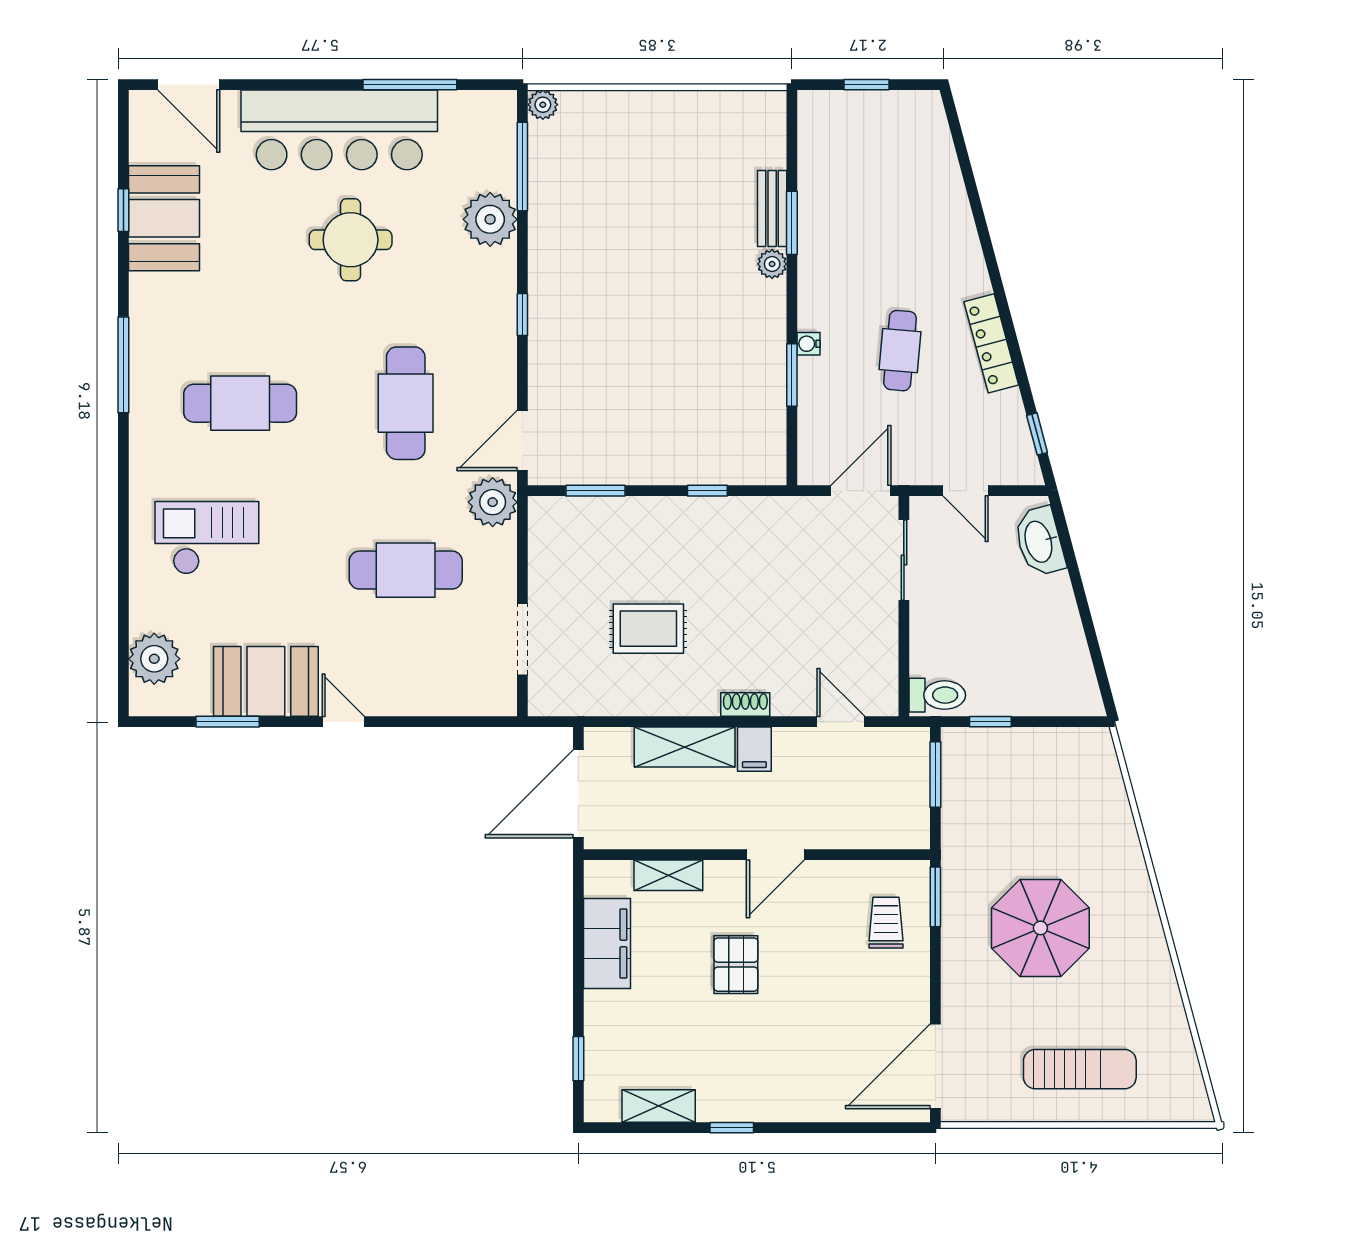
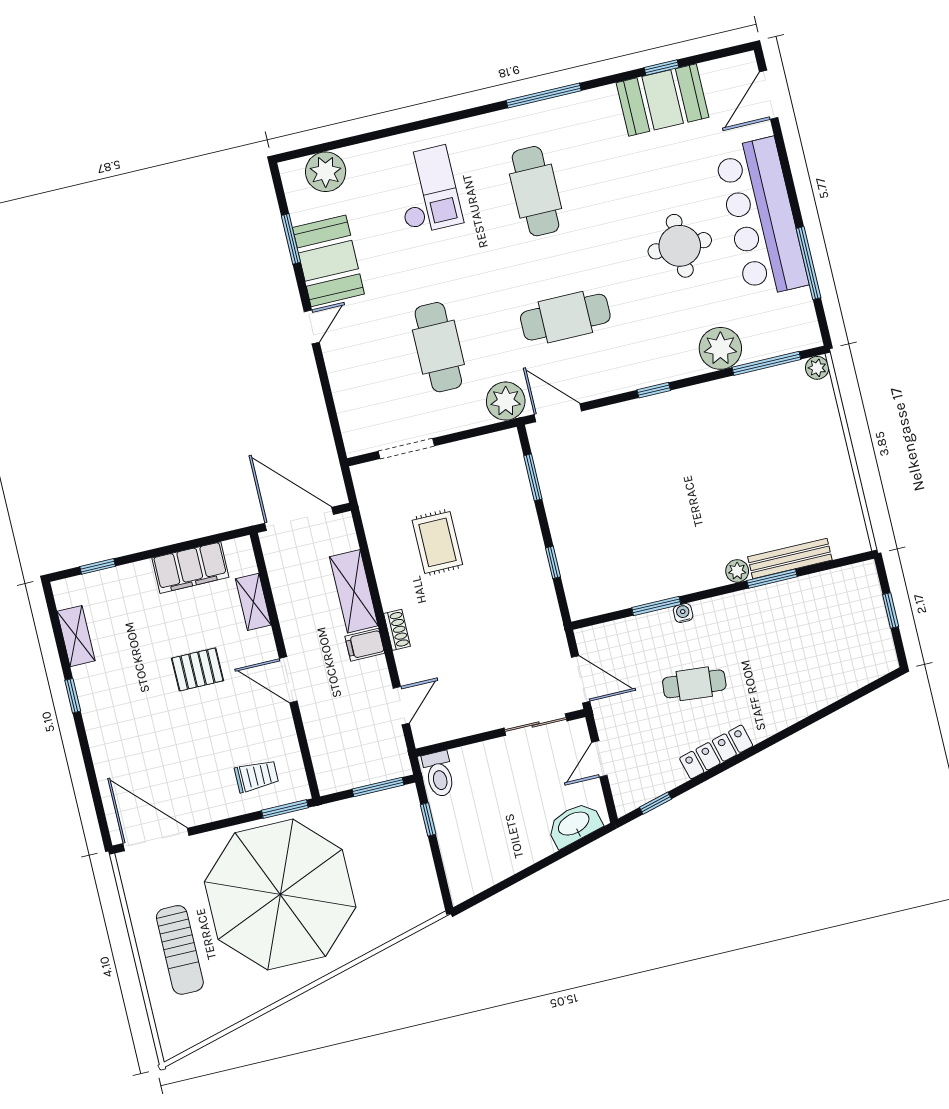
bench: (772, 208) -> (790, 558), width x1.36
parasol: (1040, 928) -> (280, 895), width x1.86, depth x1.86

